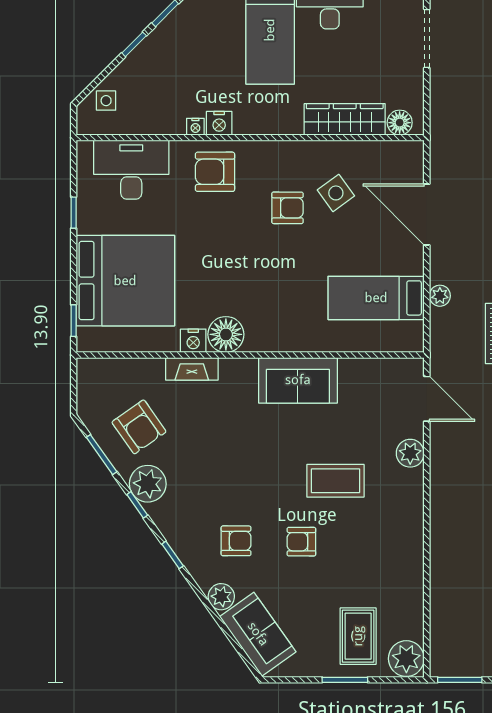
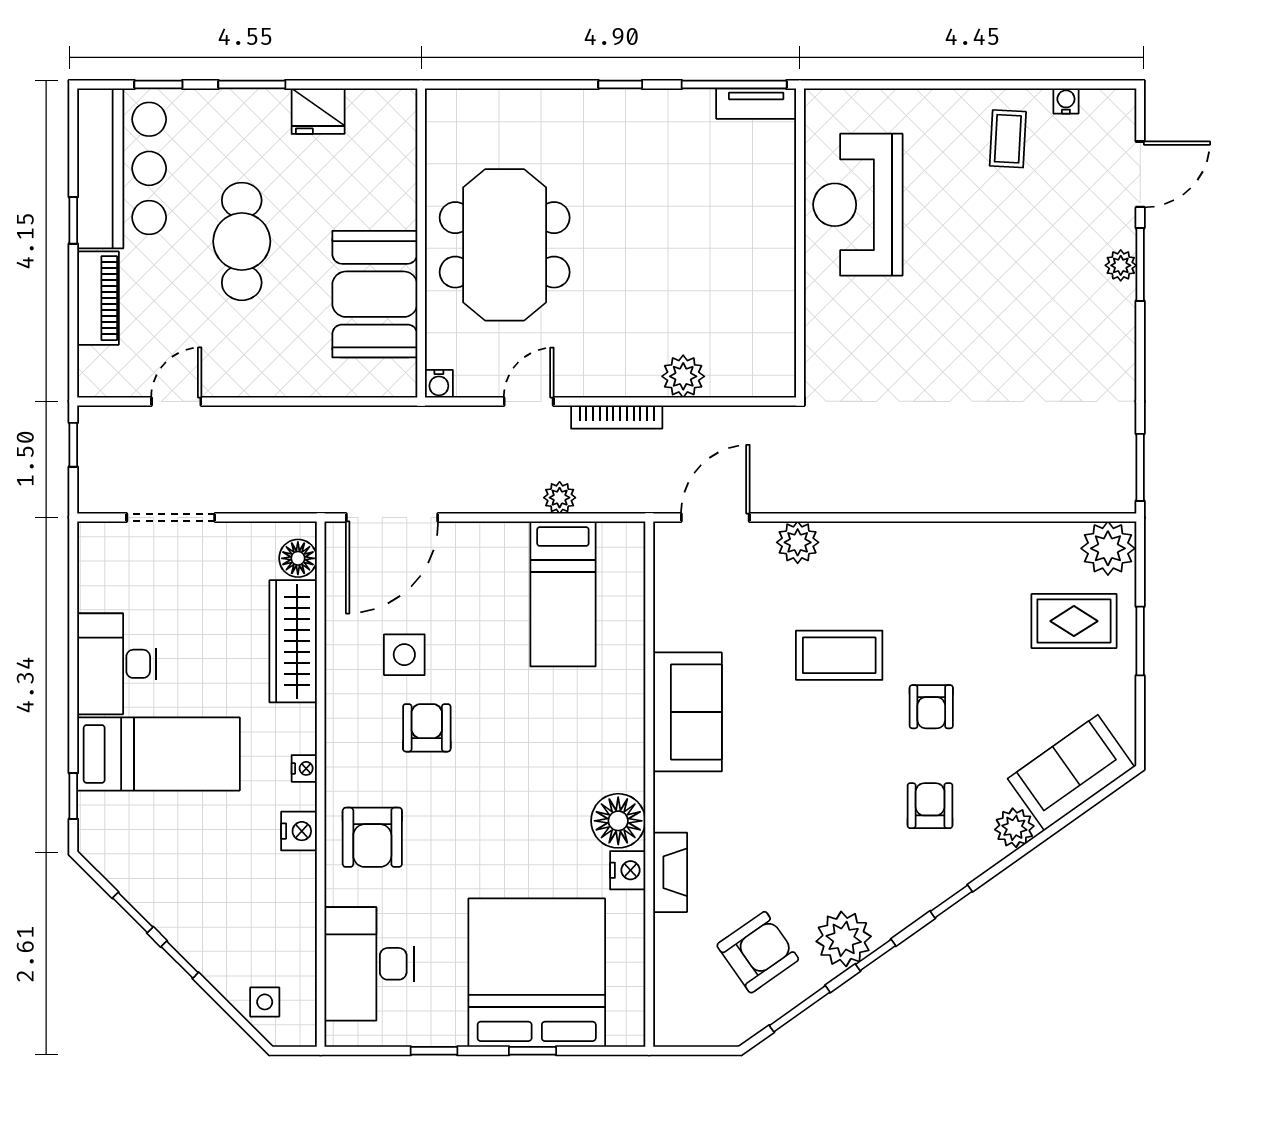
nightstand: (195, 127) -> (304, 768), moved
side table: (336, 193) -> (404, 655), turned 36
door: (427, 214) -> (392, 517), moved
window: (74, 321) -> (533, 1051), moved
coffee table: (335, 481) -> (839, 655), turned 90

